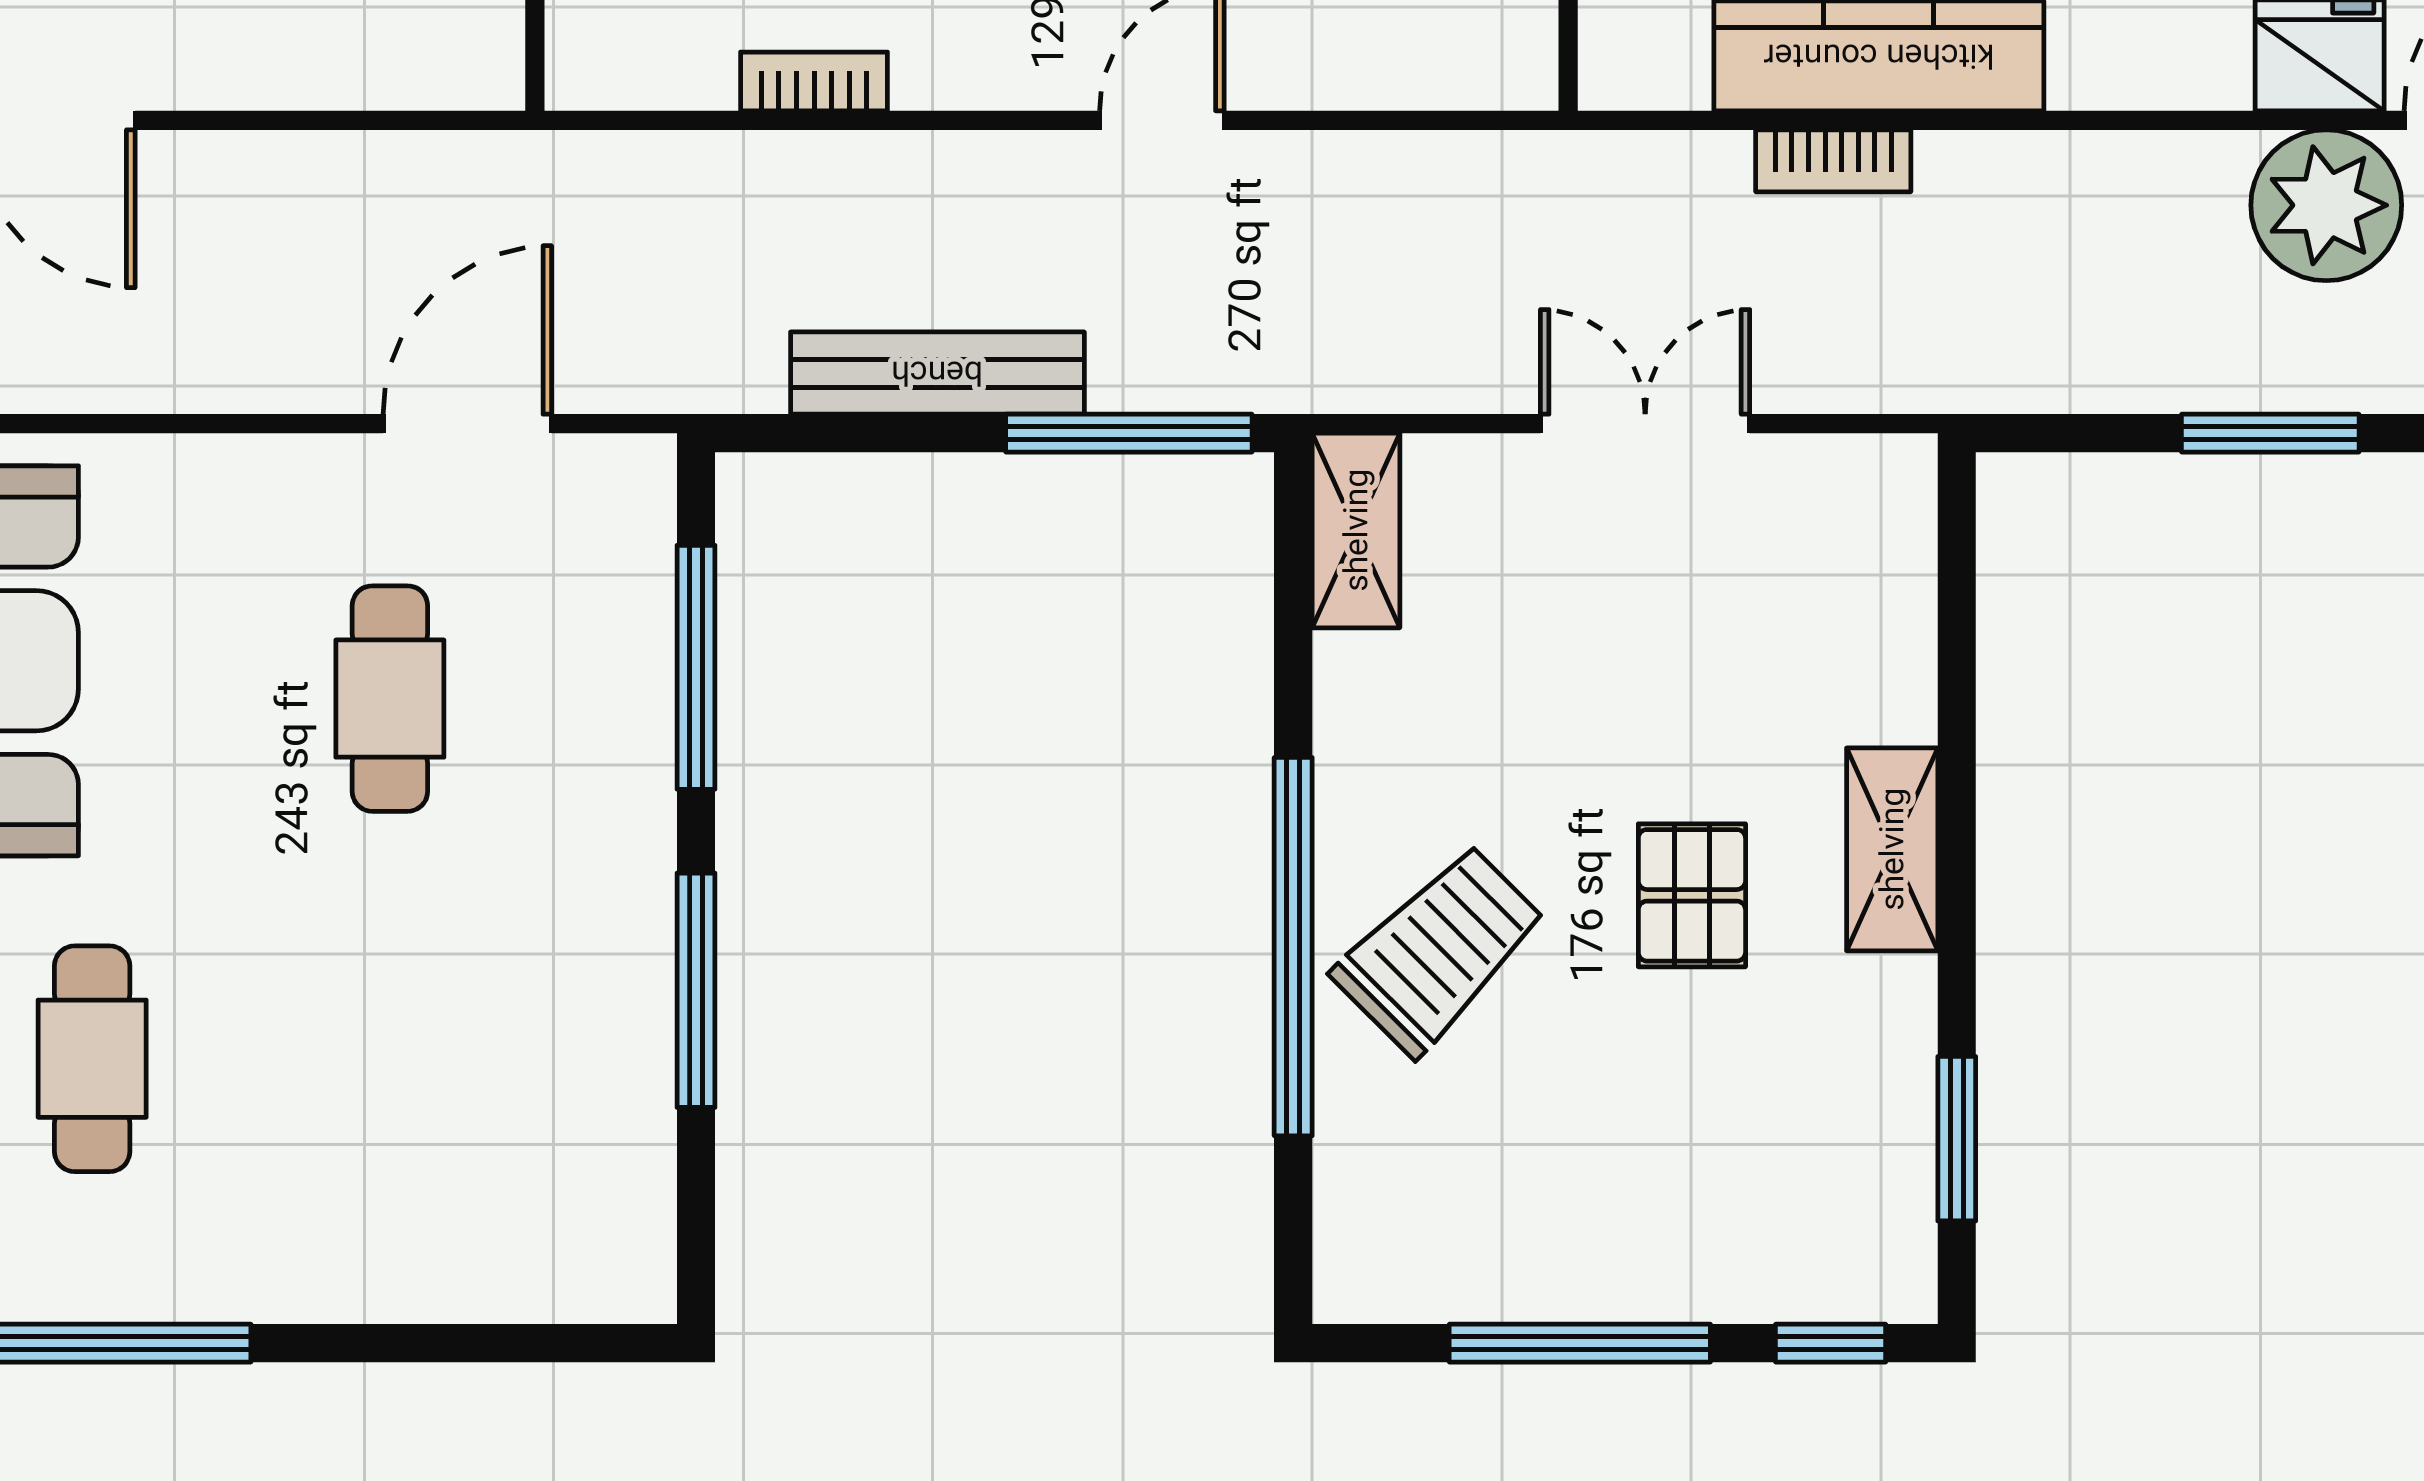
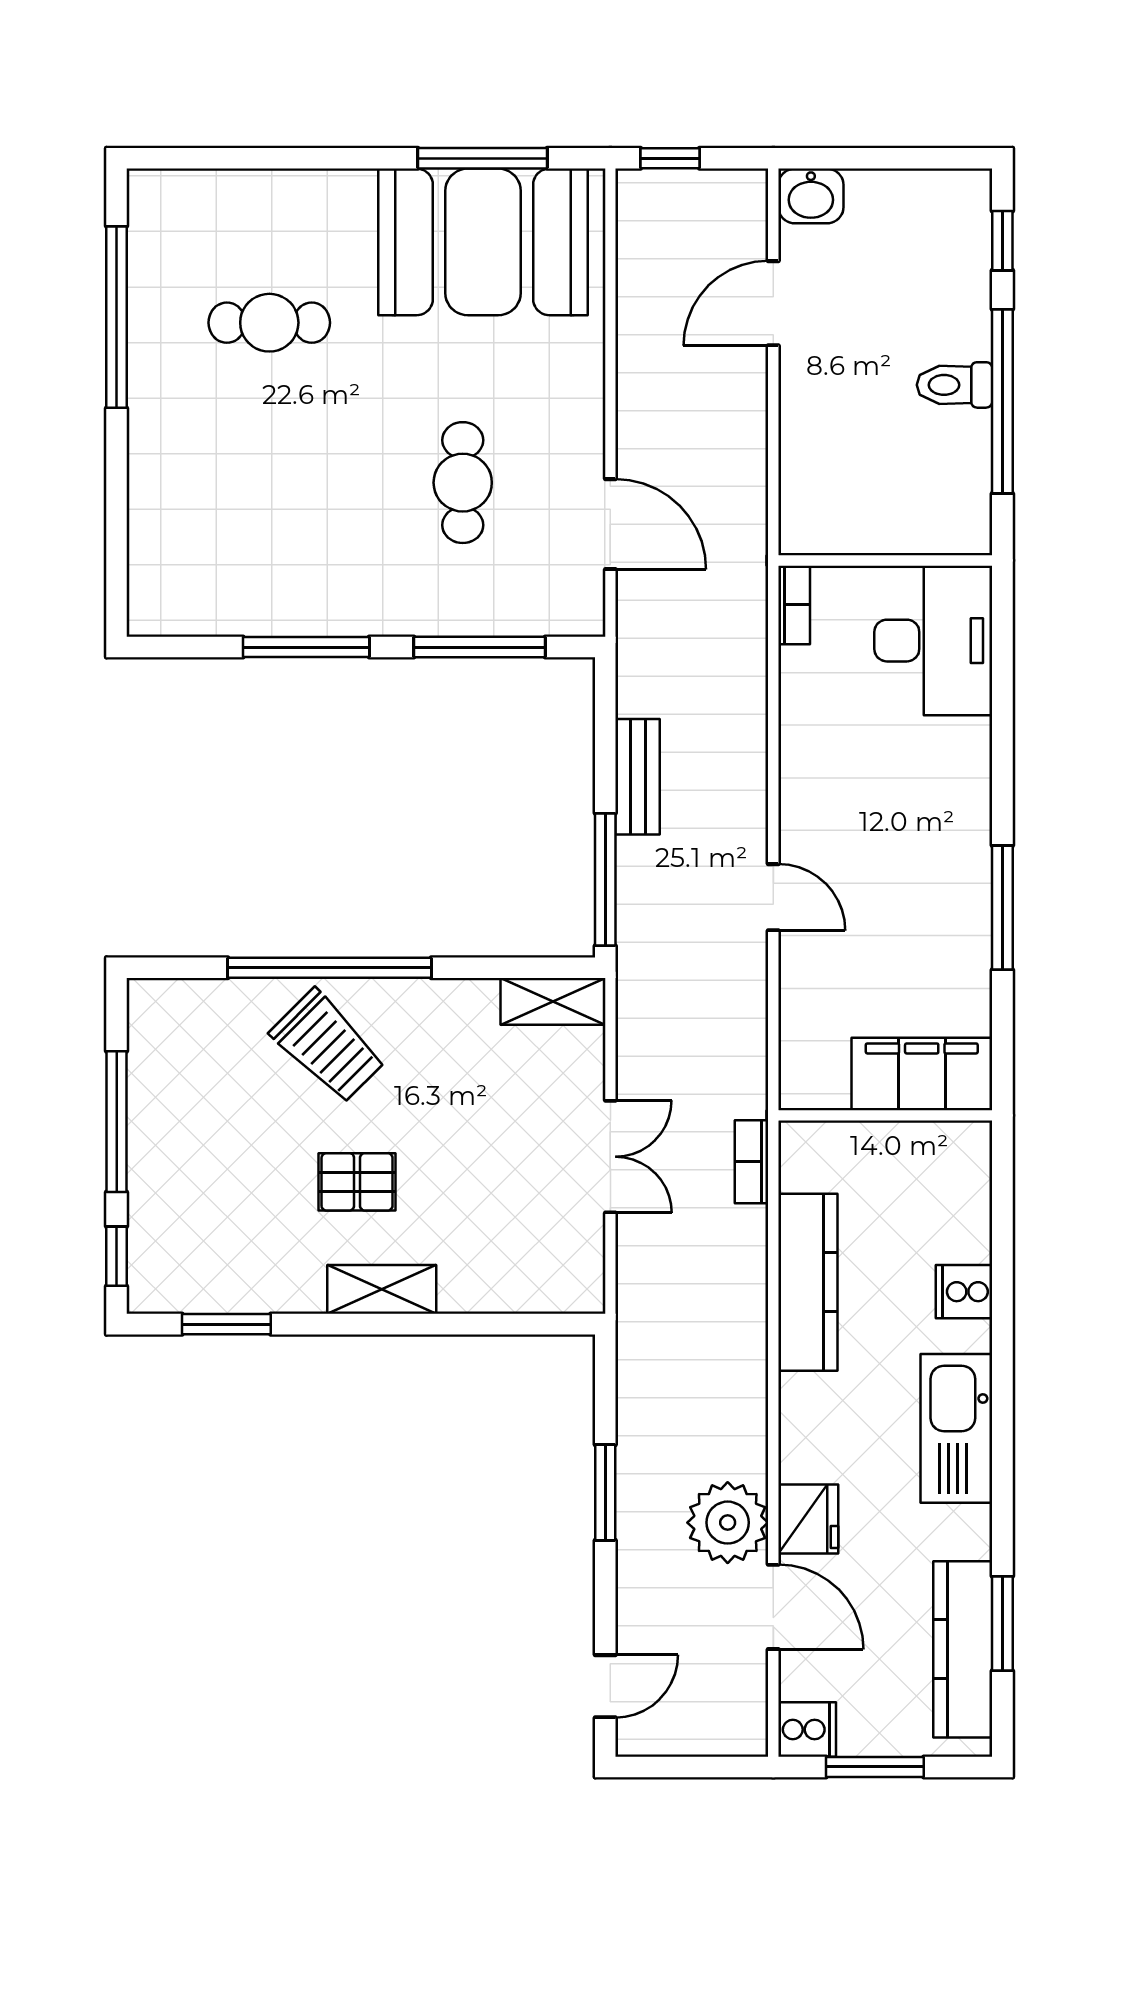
bookcase: (814, 81) -> (794, 605), moved
bookcase: (1833, 161) -> (752, 1162), moved
bench: (937, 373) -> (638, 777), width x0.73
cafe table: (390, 699) -> (463, 483), turned 90

